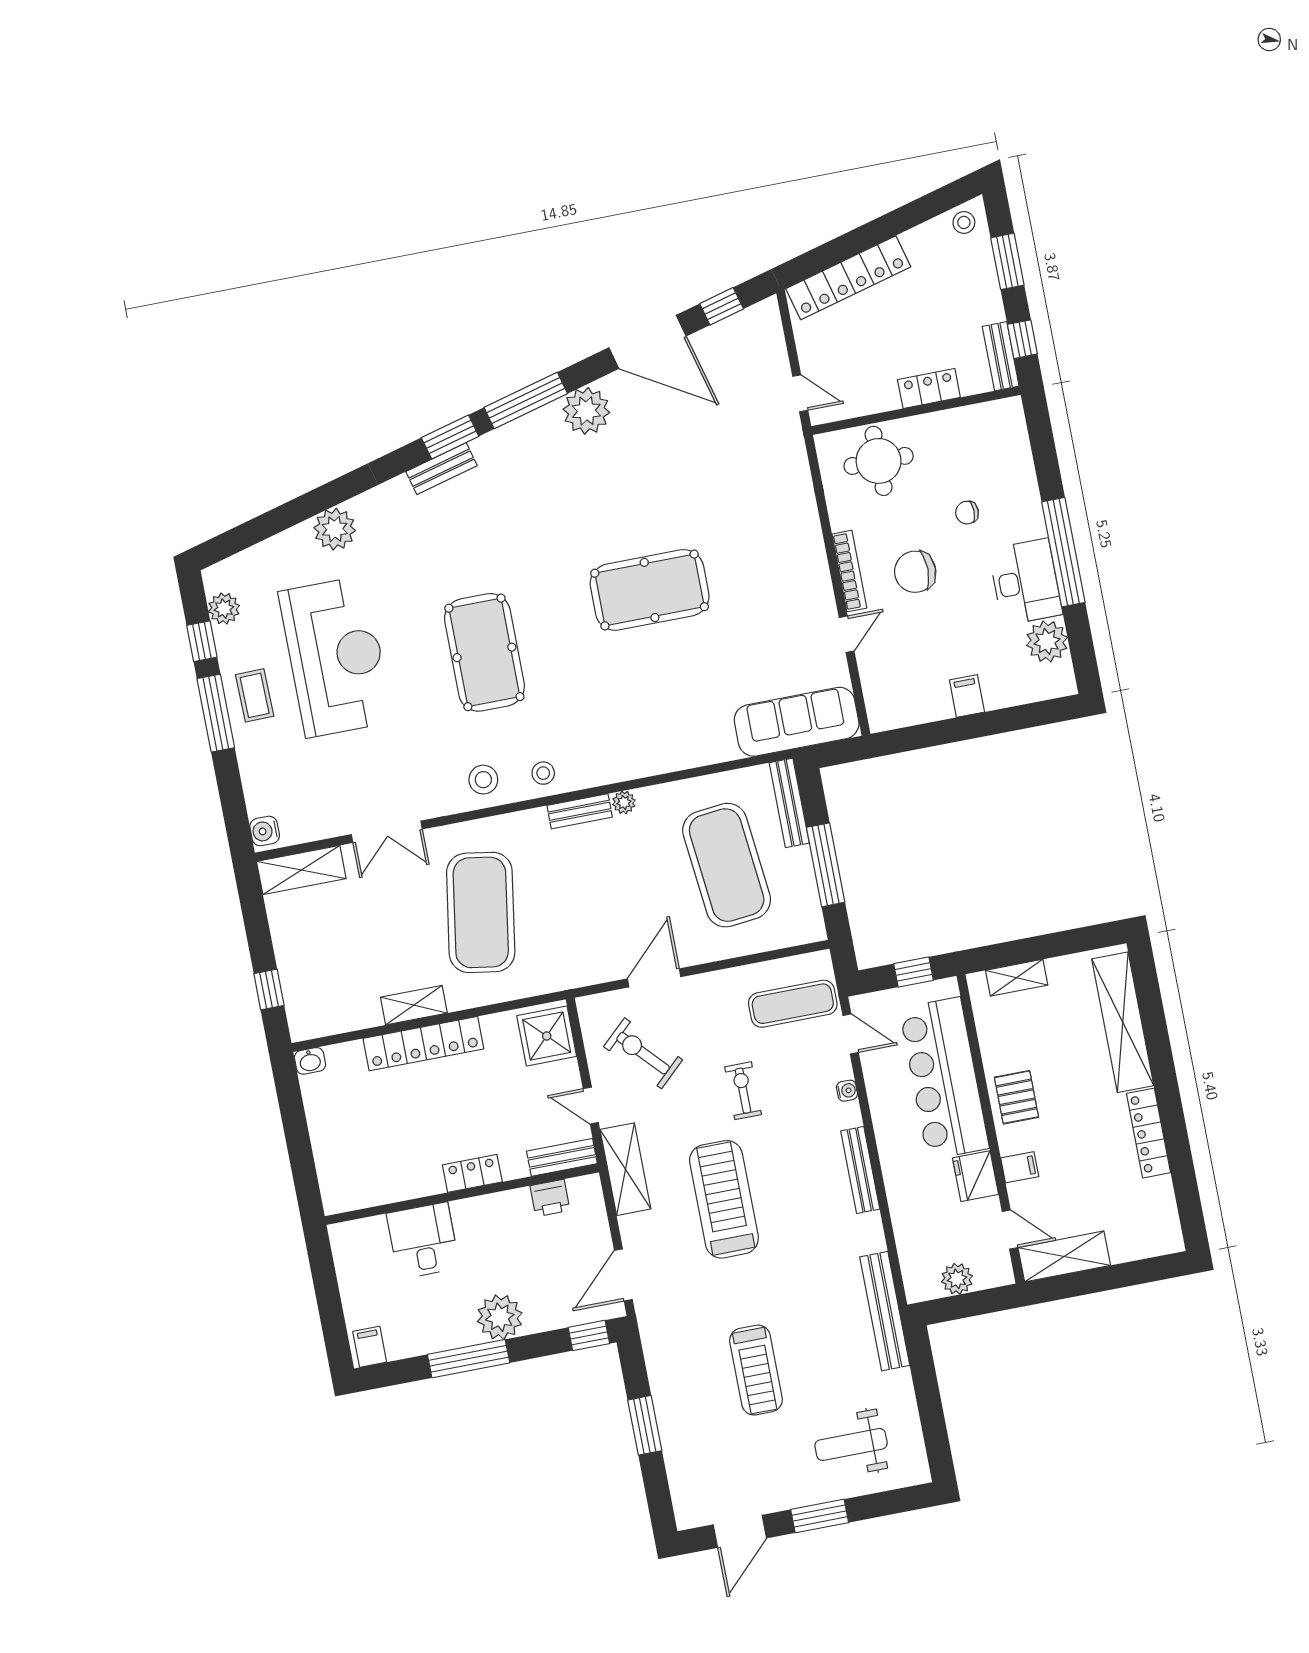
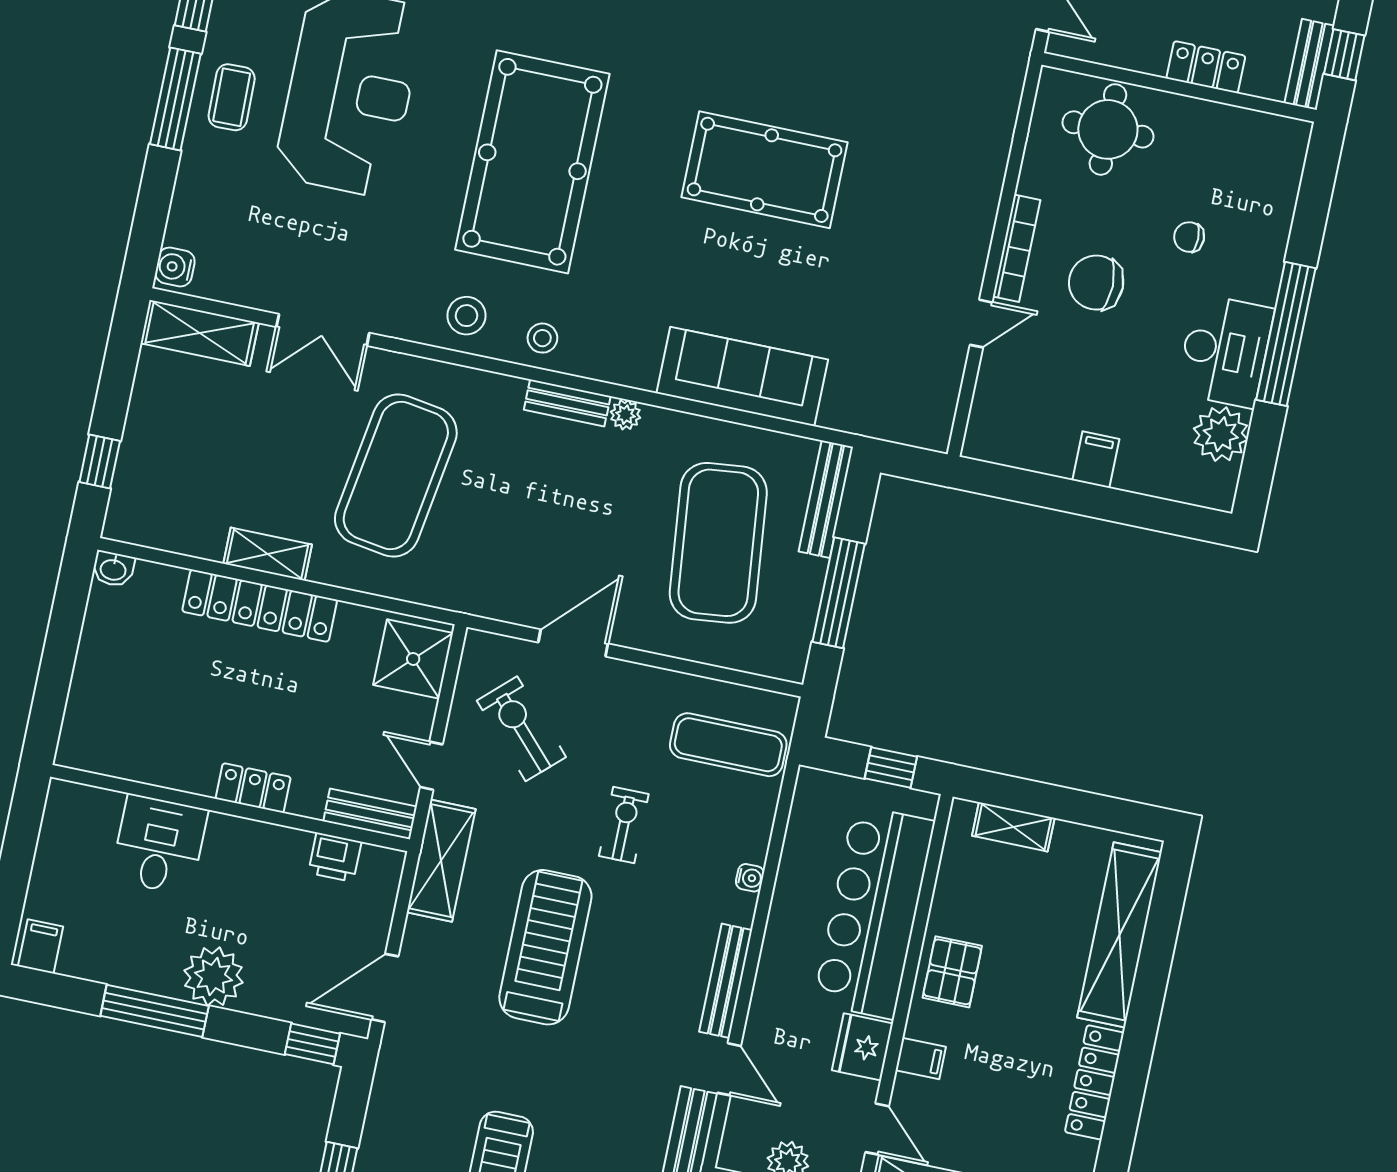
pool table: (484, 652) -> (532, 162), width x1.36, depth x1.32
sofa: (797, 722) -> (742, 376), moved
door: (851, 1034) -> (729, 1069), moved

